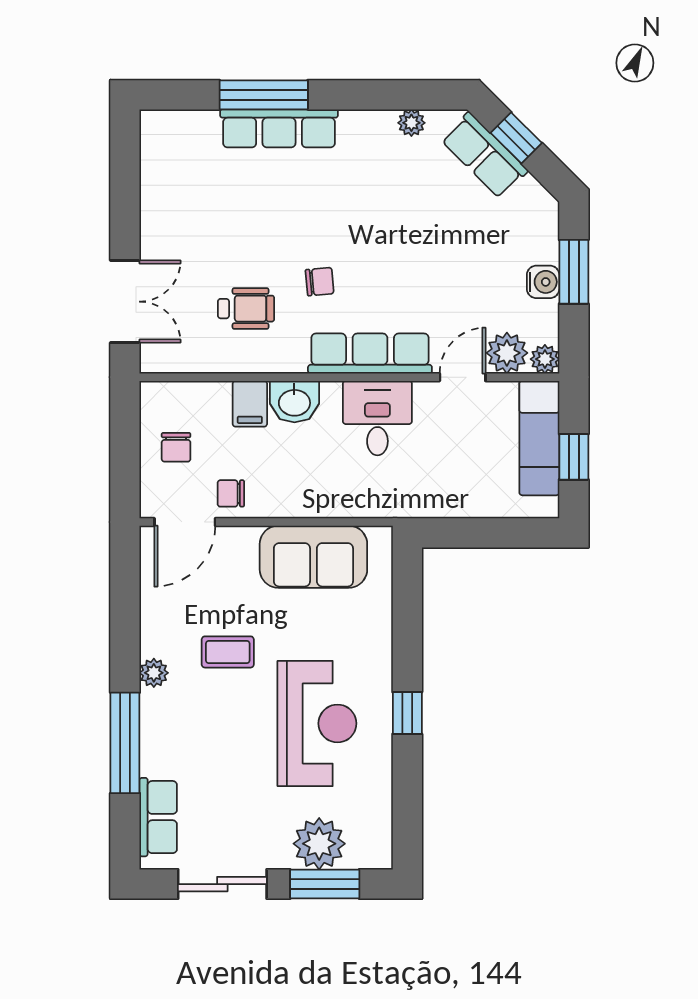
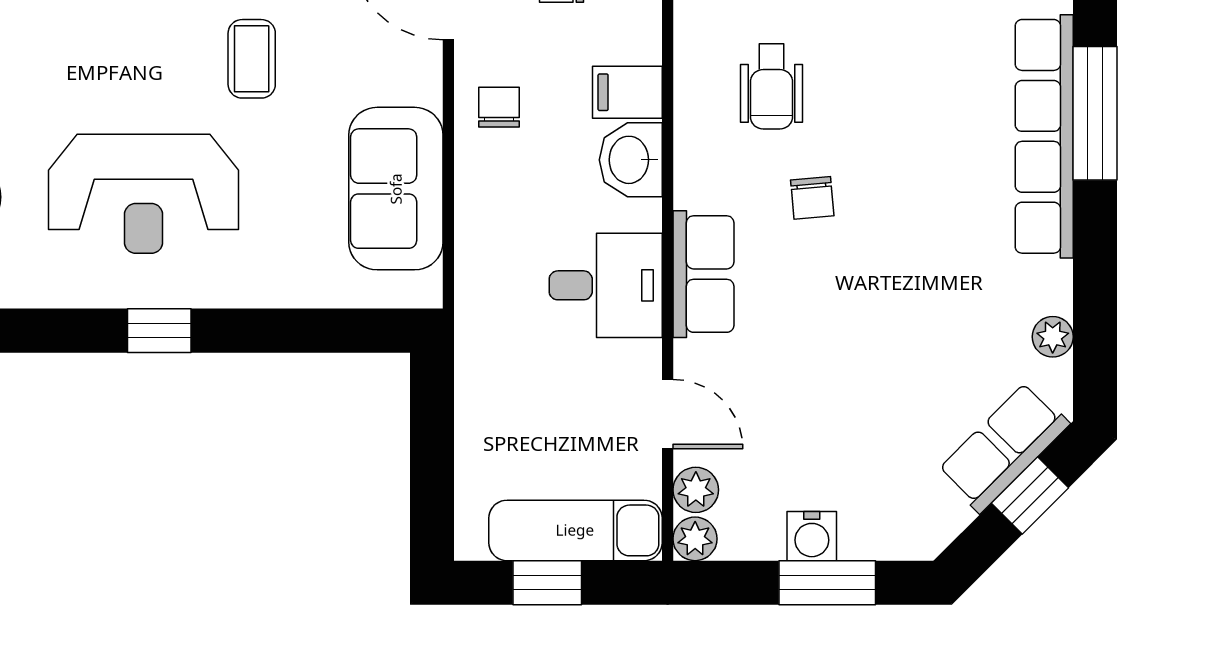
row of seats: (279, 128) -> (1044, 136), width x1.36
plant: (507, 353) -> (696, 490), width x0.73, depth x0.73
row of seats: (370, 354) -> (703, 274), width x0.68
chair: (231, 493) -> (499, 107), moved

